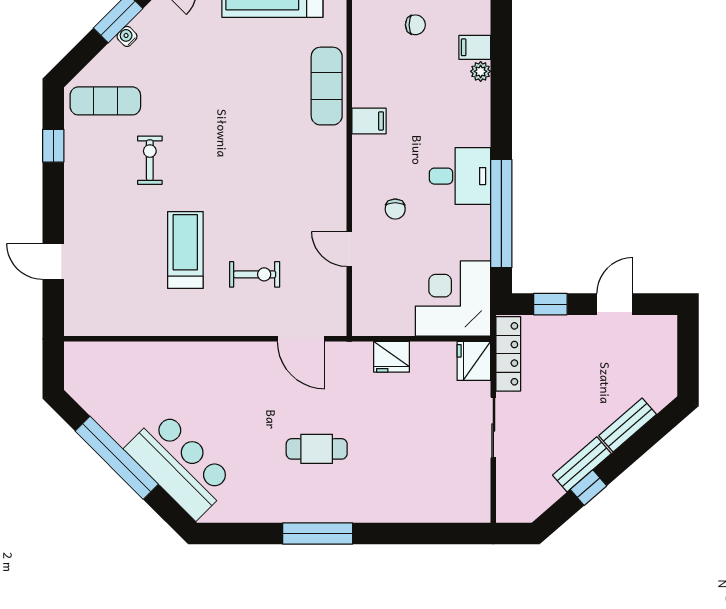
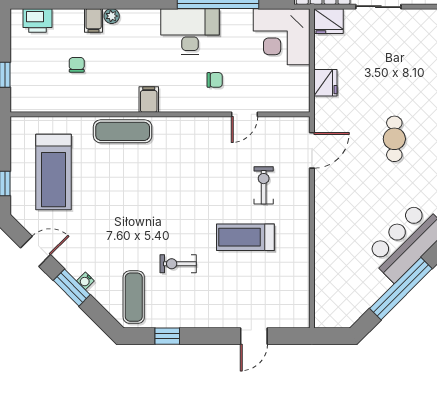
desk: (460, 176) -> (190, 31), width x1.37

